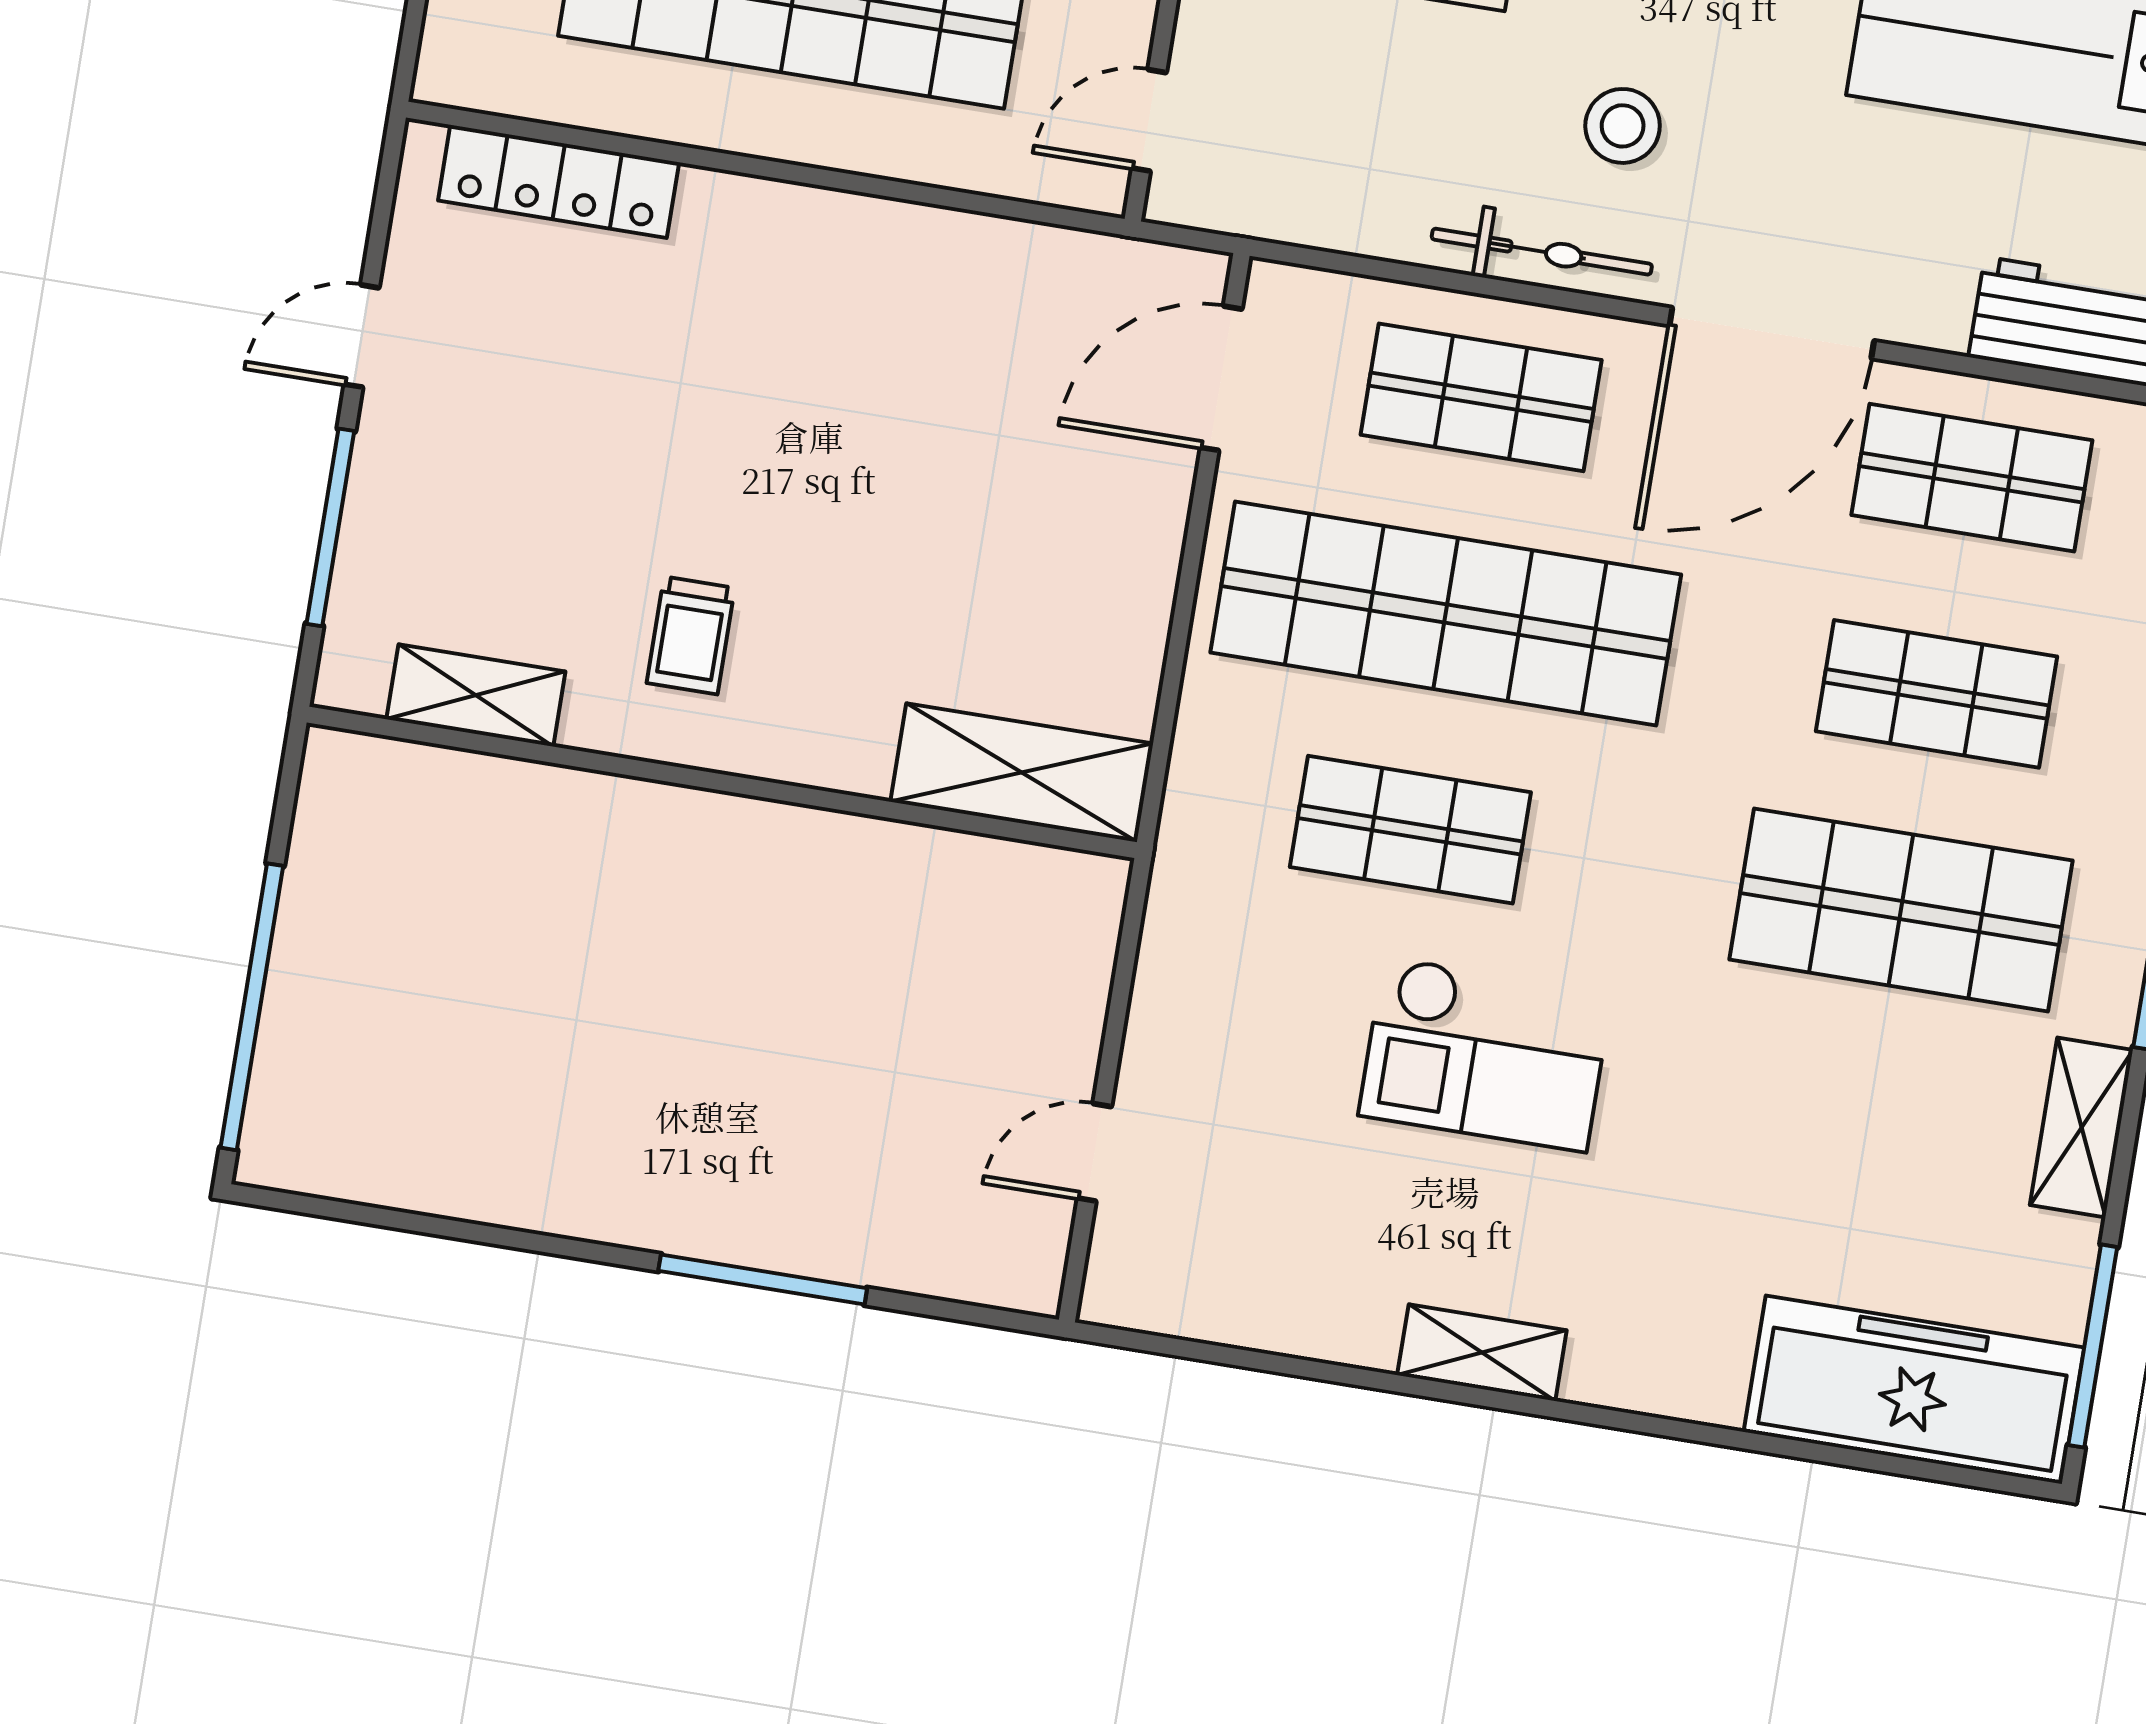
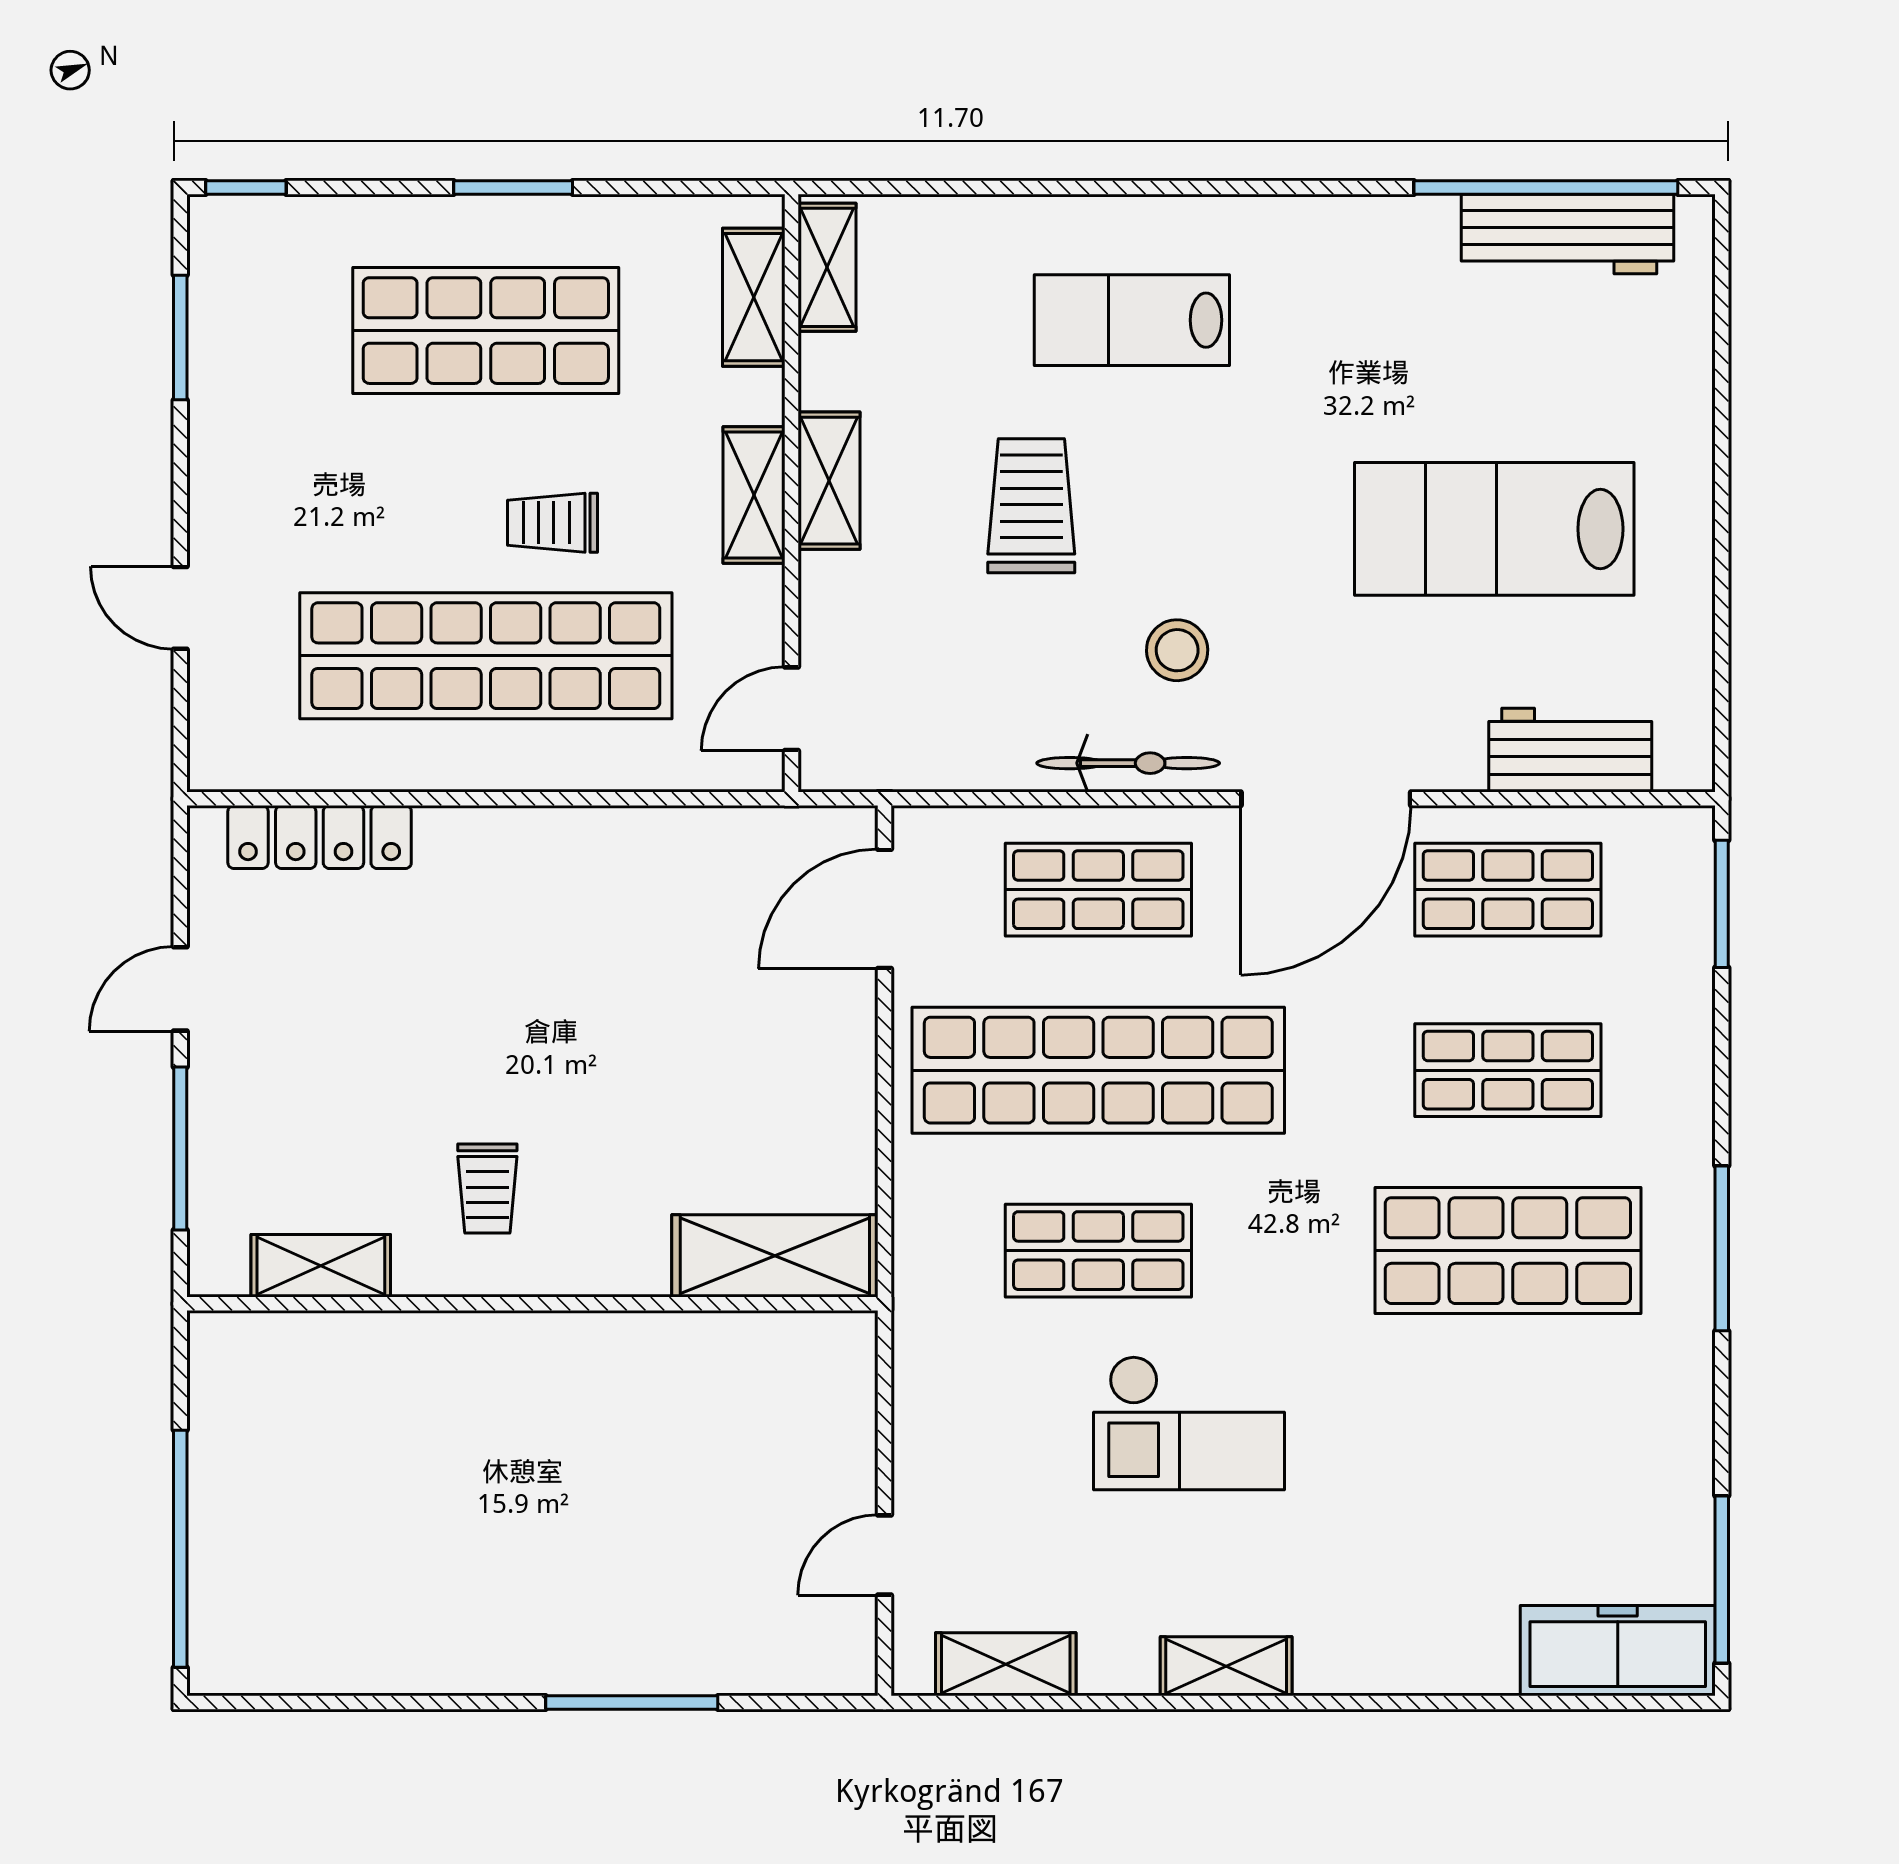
shelving: (2082, 1128) -> (1006, 1664), moved, turned 90
freezer: (1914, 1390) -> (1618, 1651), width x0.73, depth x0.79

